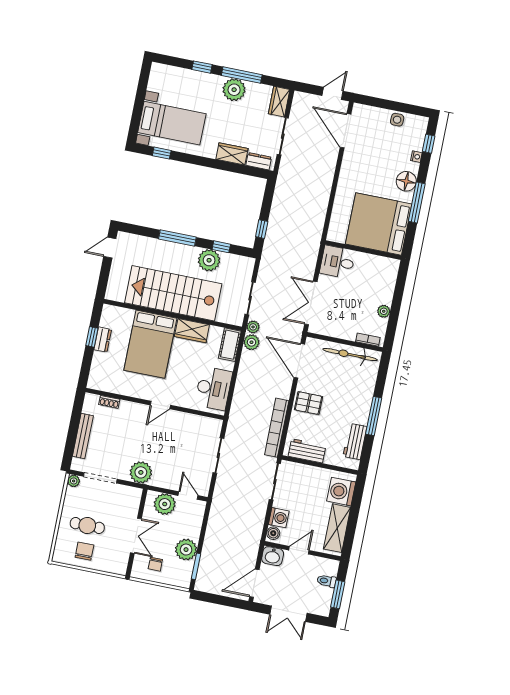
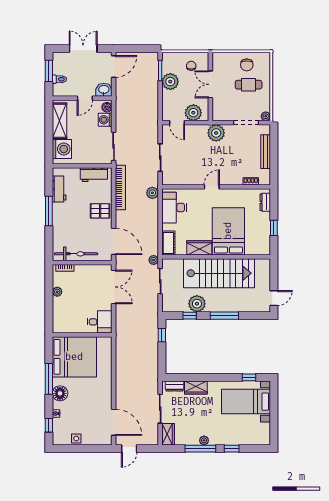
plant: (234, 90) -> (204, 440), width x0.53, depth x0.53
dresser: (103, 340) -> (265, 202), moved
plant: (252, 342) -> (152, 193), moved

